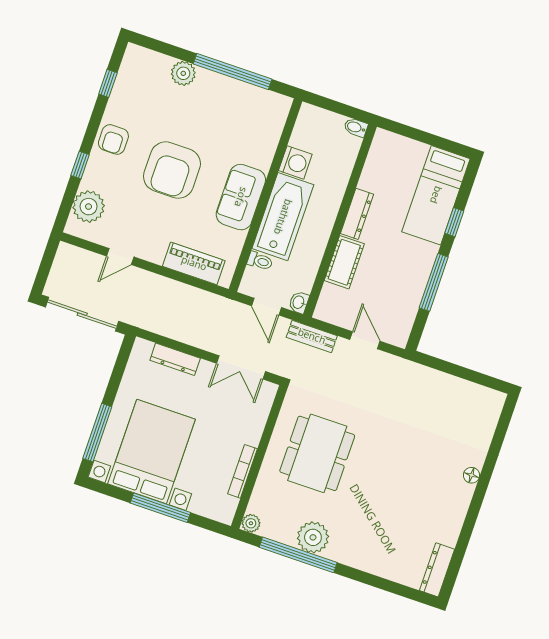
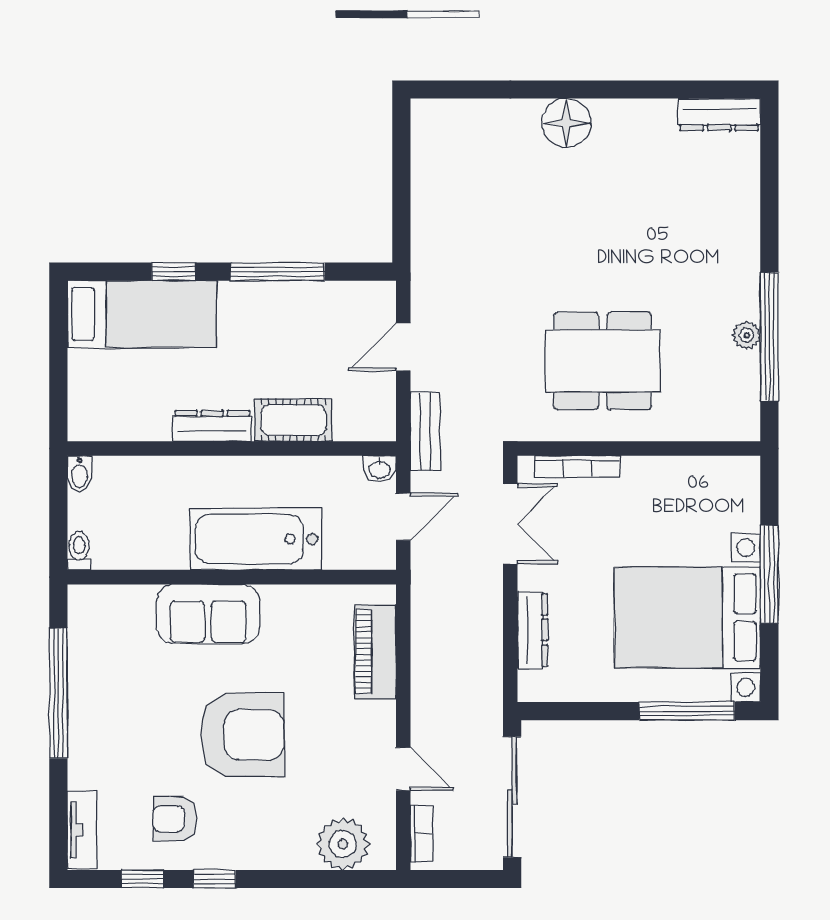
tv unit: (148, 58) -> (82, 830), added
plant: (183, 73) -> (87, 768), removed
armchair: (113, 139) -> (175, 819), moved, turned 180
washing machine: (295, 162) -> (166, 548), removed
window: (80, 165) -> (215, 879), moved
sofa: (241, 197) -> (208, 614), moved
bookcase: (79, 254) -> (421, 834), added
toilet: (260, 261) -> (79, 551), moved
bookcase: (243, 471) -> (577, 467), moved
floor lamp: (472, 475) -> (566, 123), width x1.89, depth x1.89
plant: (251, 523) -> (746, 426), removed
plant: (313, 537) -> (747, 335), width x0.53, depth x0.53

